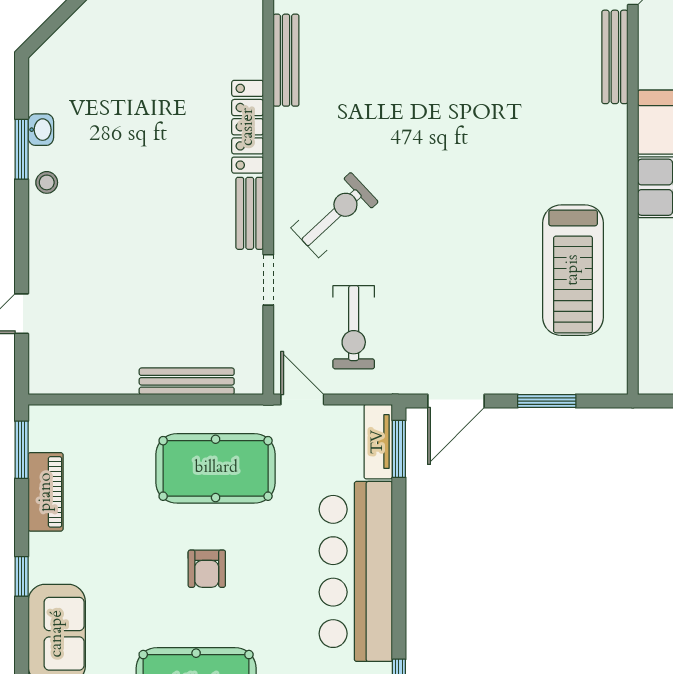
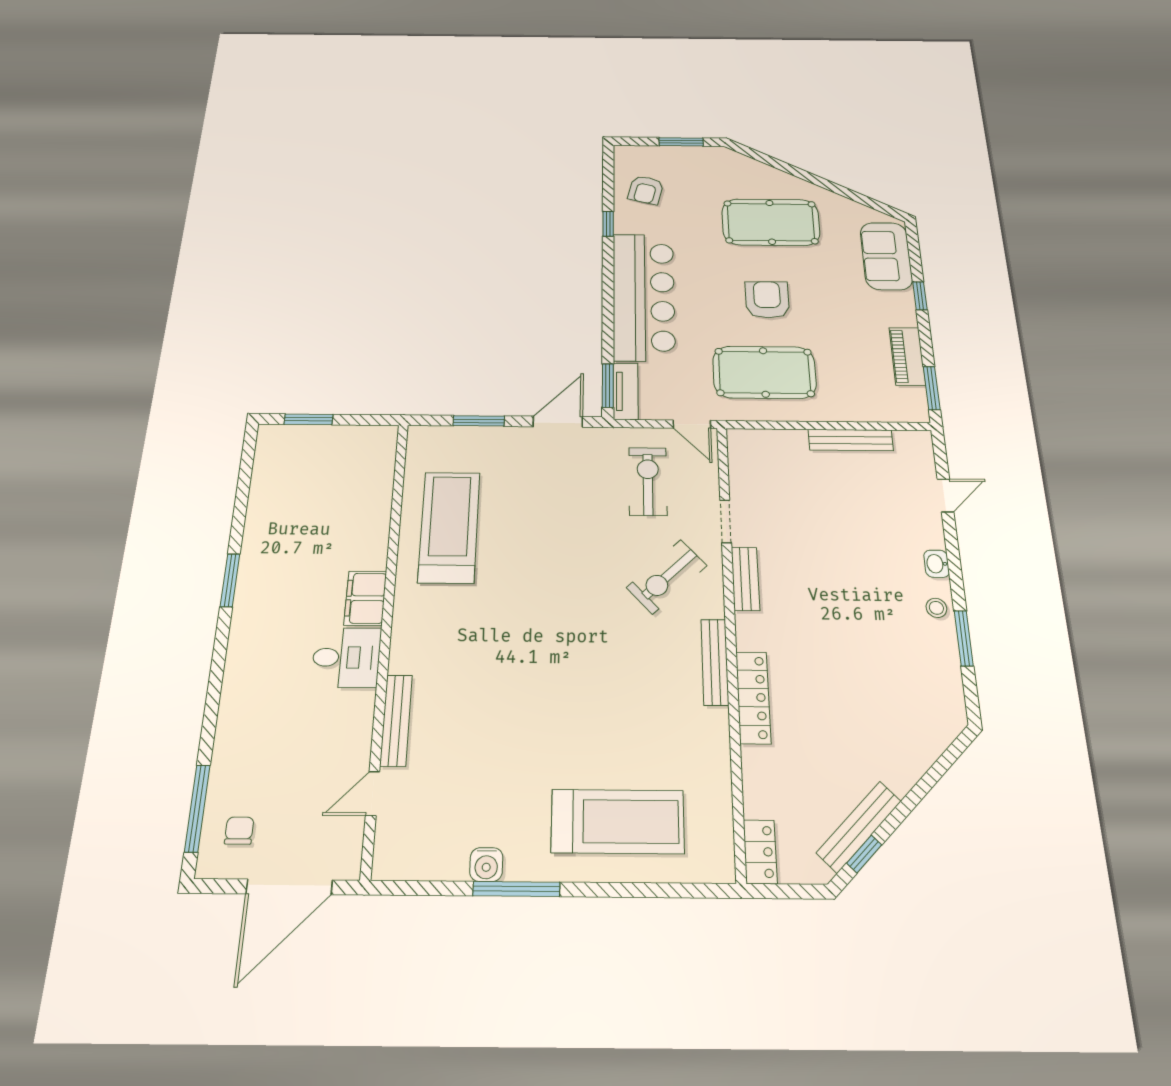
bench: (286, 60) -> (715, 662), moved
locker: (248, 127) -> (753, 697), moved
washbasin: (41, 130) -> (937, 564), moved
bench: (187, 381) -> (851, 440), moved
armchair: (207, 569) -> (767, 300), width x1.38, depth x1.38

